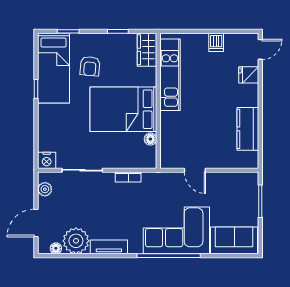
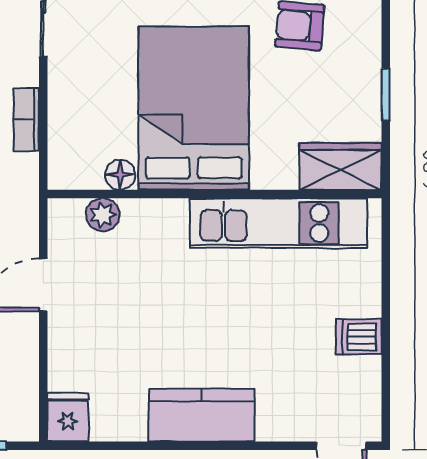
fridge: (249, 75) -> (68, 417), moved
kitchen counter: (248, 129) -> (202, 415), moved
plant: (167, 146) -> (103, 215), added

